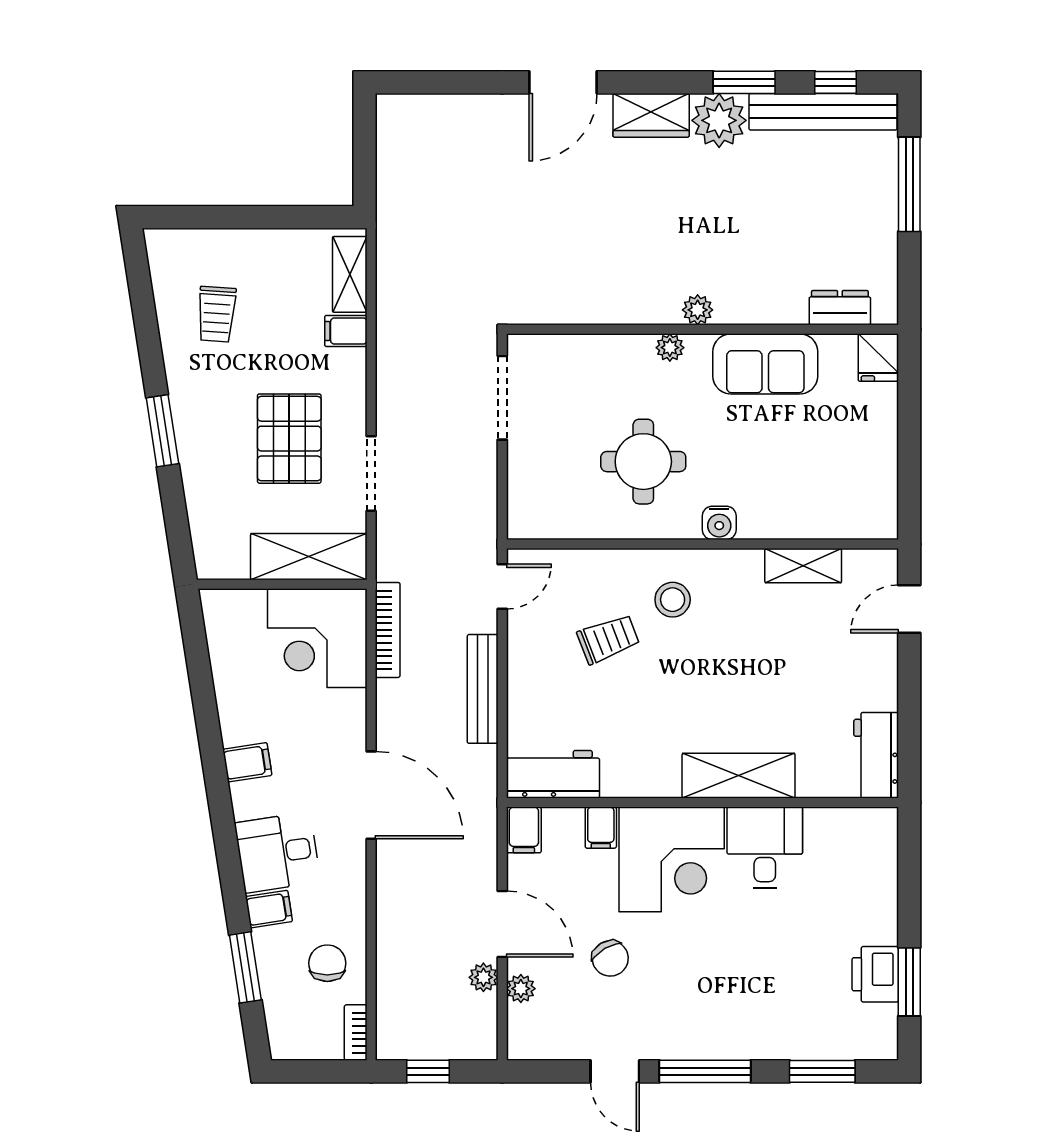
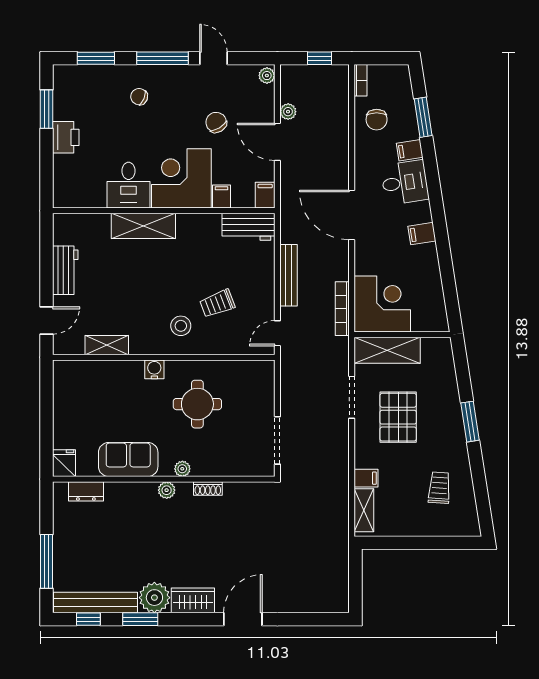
shoe rack: (625, 313) -> (208, 488), added
workbench: (876, 755) -> (65, 270), moved
printer: (875, 974) -> (66, 137), moved
plant: (521, 989) -> (267, 76), moved
chair: (746, 1004) -> (139, 97), added

